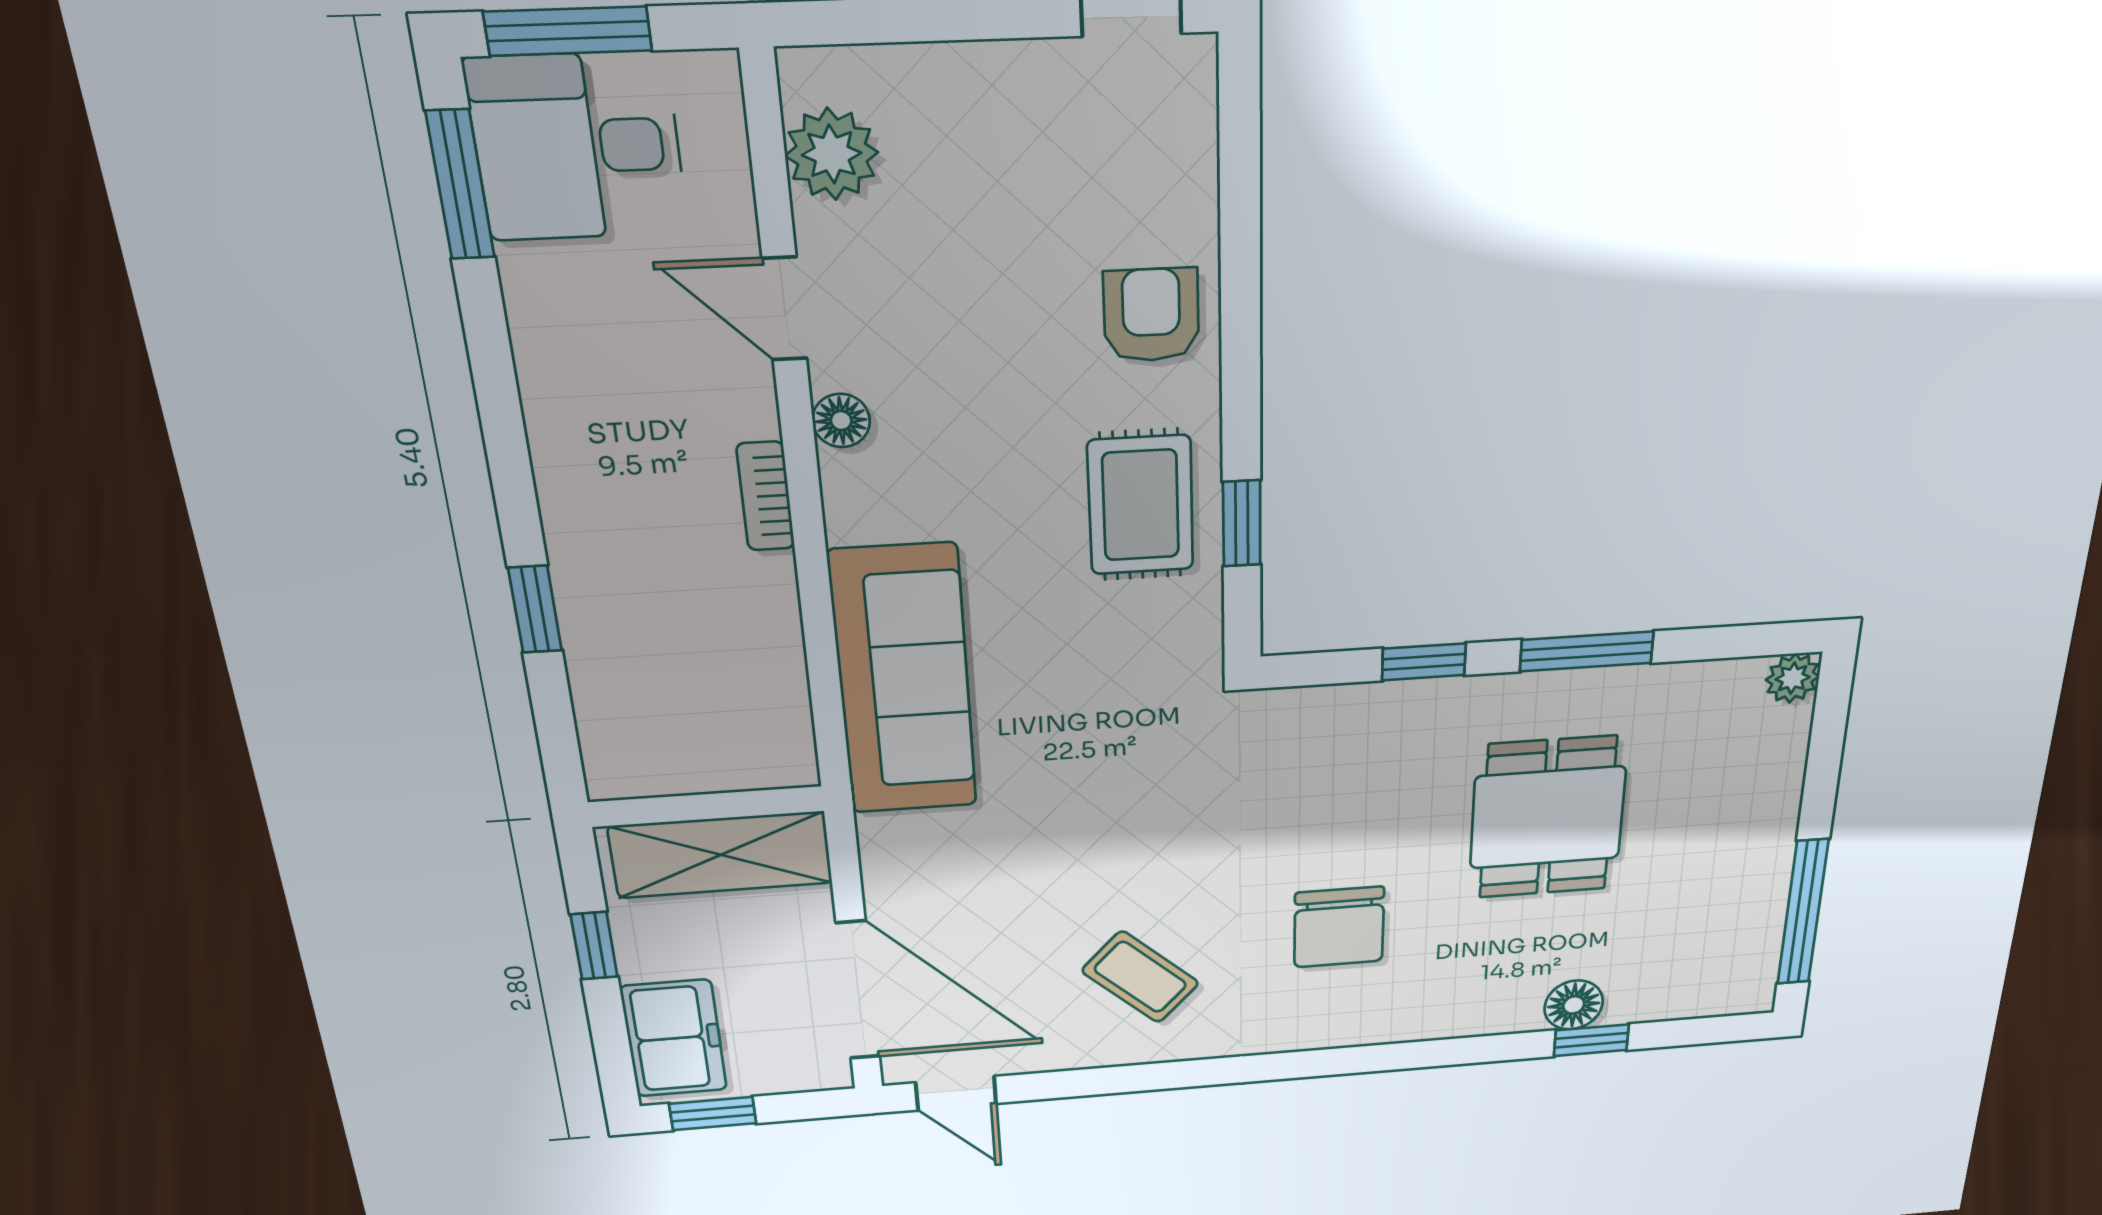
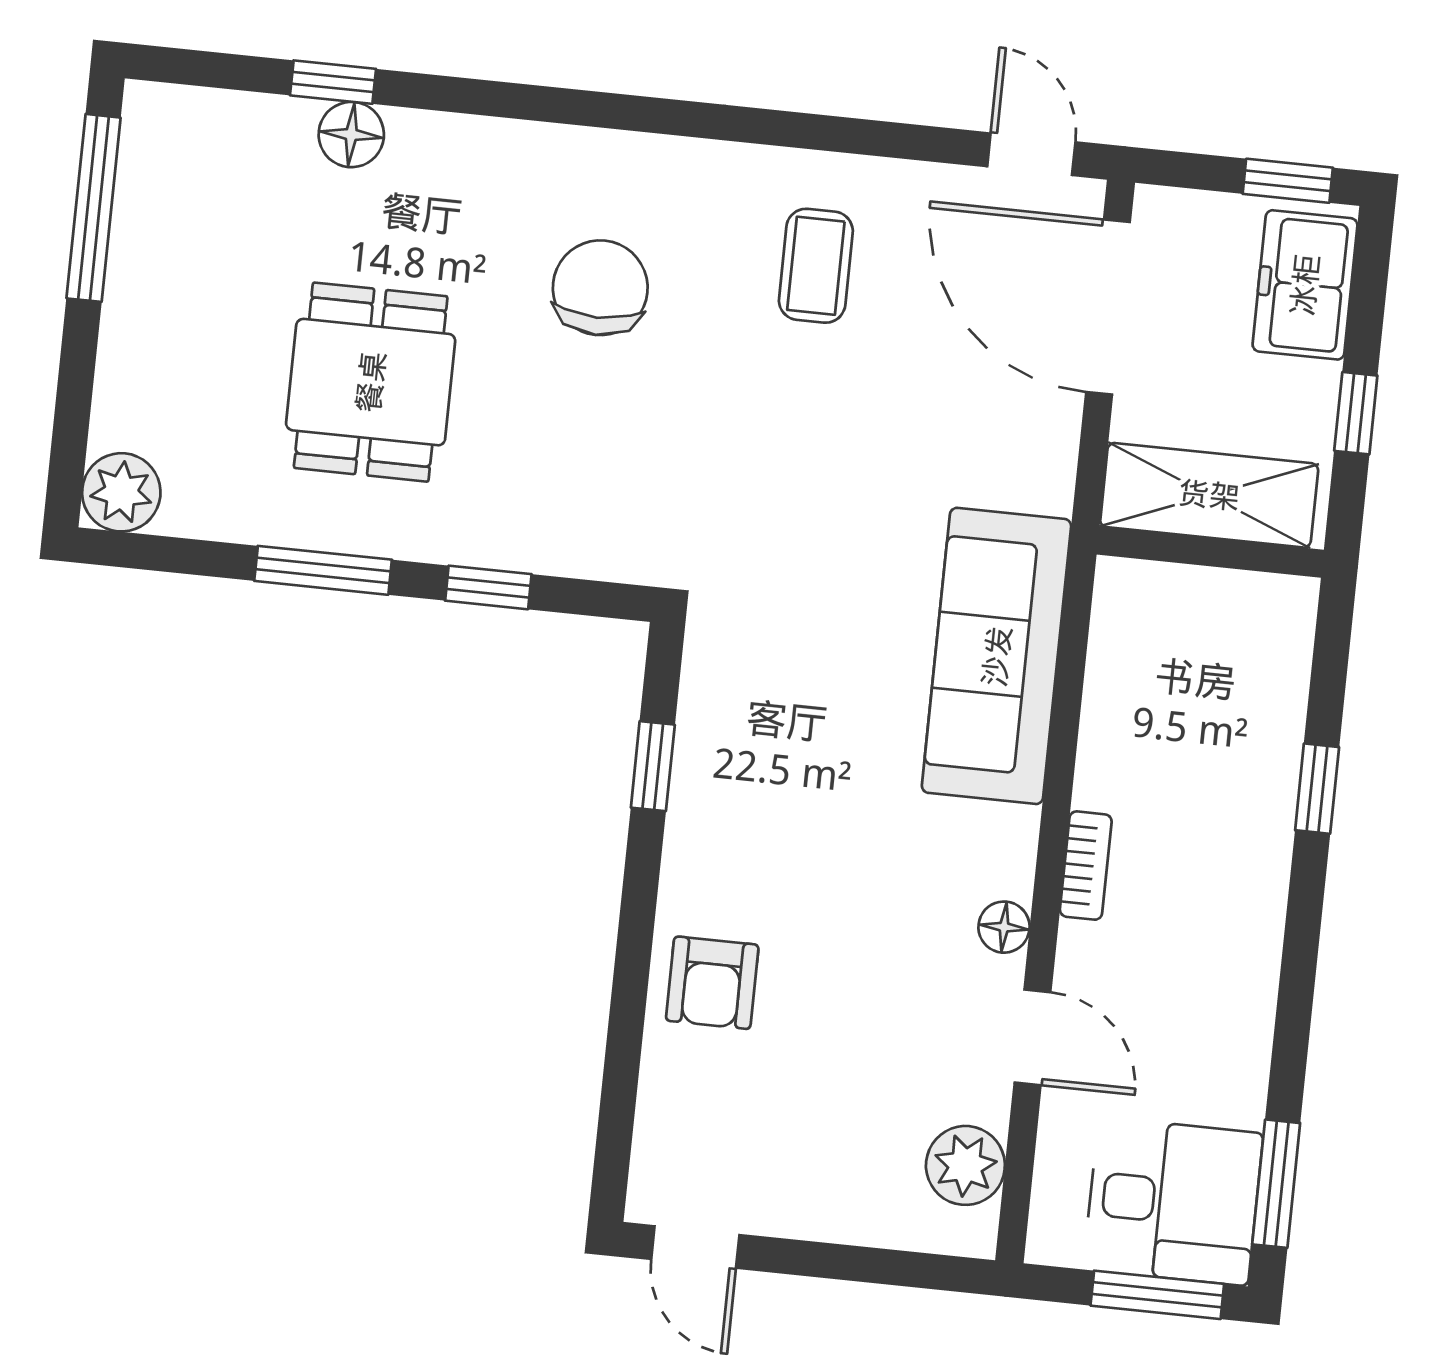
rug: (1141, 505) -> (746, 801), removed
plant: (1793, 678) -> (121, 492), width x1.38, depth x1.38
coffee table: (1140, 977) -> (816, 266), turned 47

